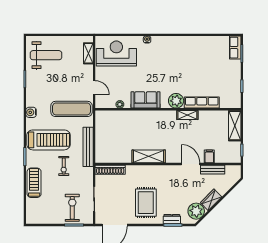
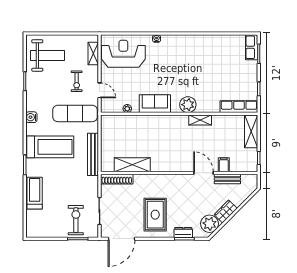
row of seats: (202, 103) -> (239, 107), moved
shelving: (149, 156) -> (132, 165), moved
exercise bike: (64, 166) -> (77, 81), moved

